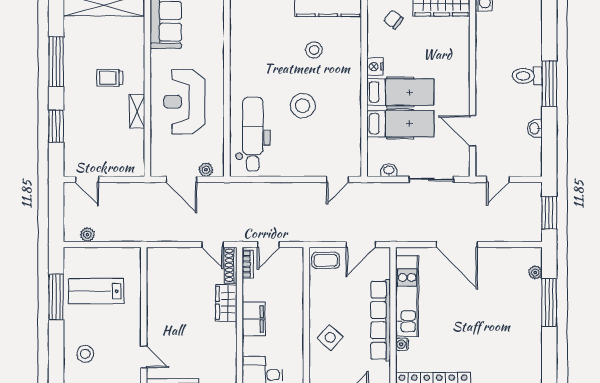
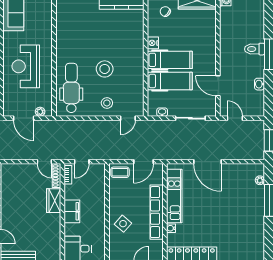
stool: (314, 50) -> (107, 103), moved
door: (498, 179) -> (235, 118), swing flipped

